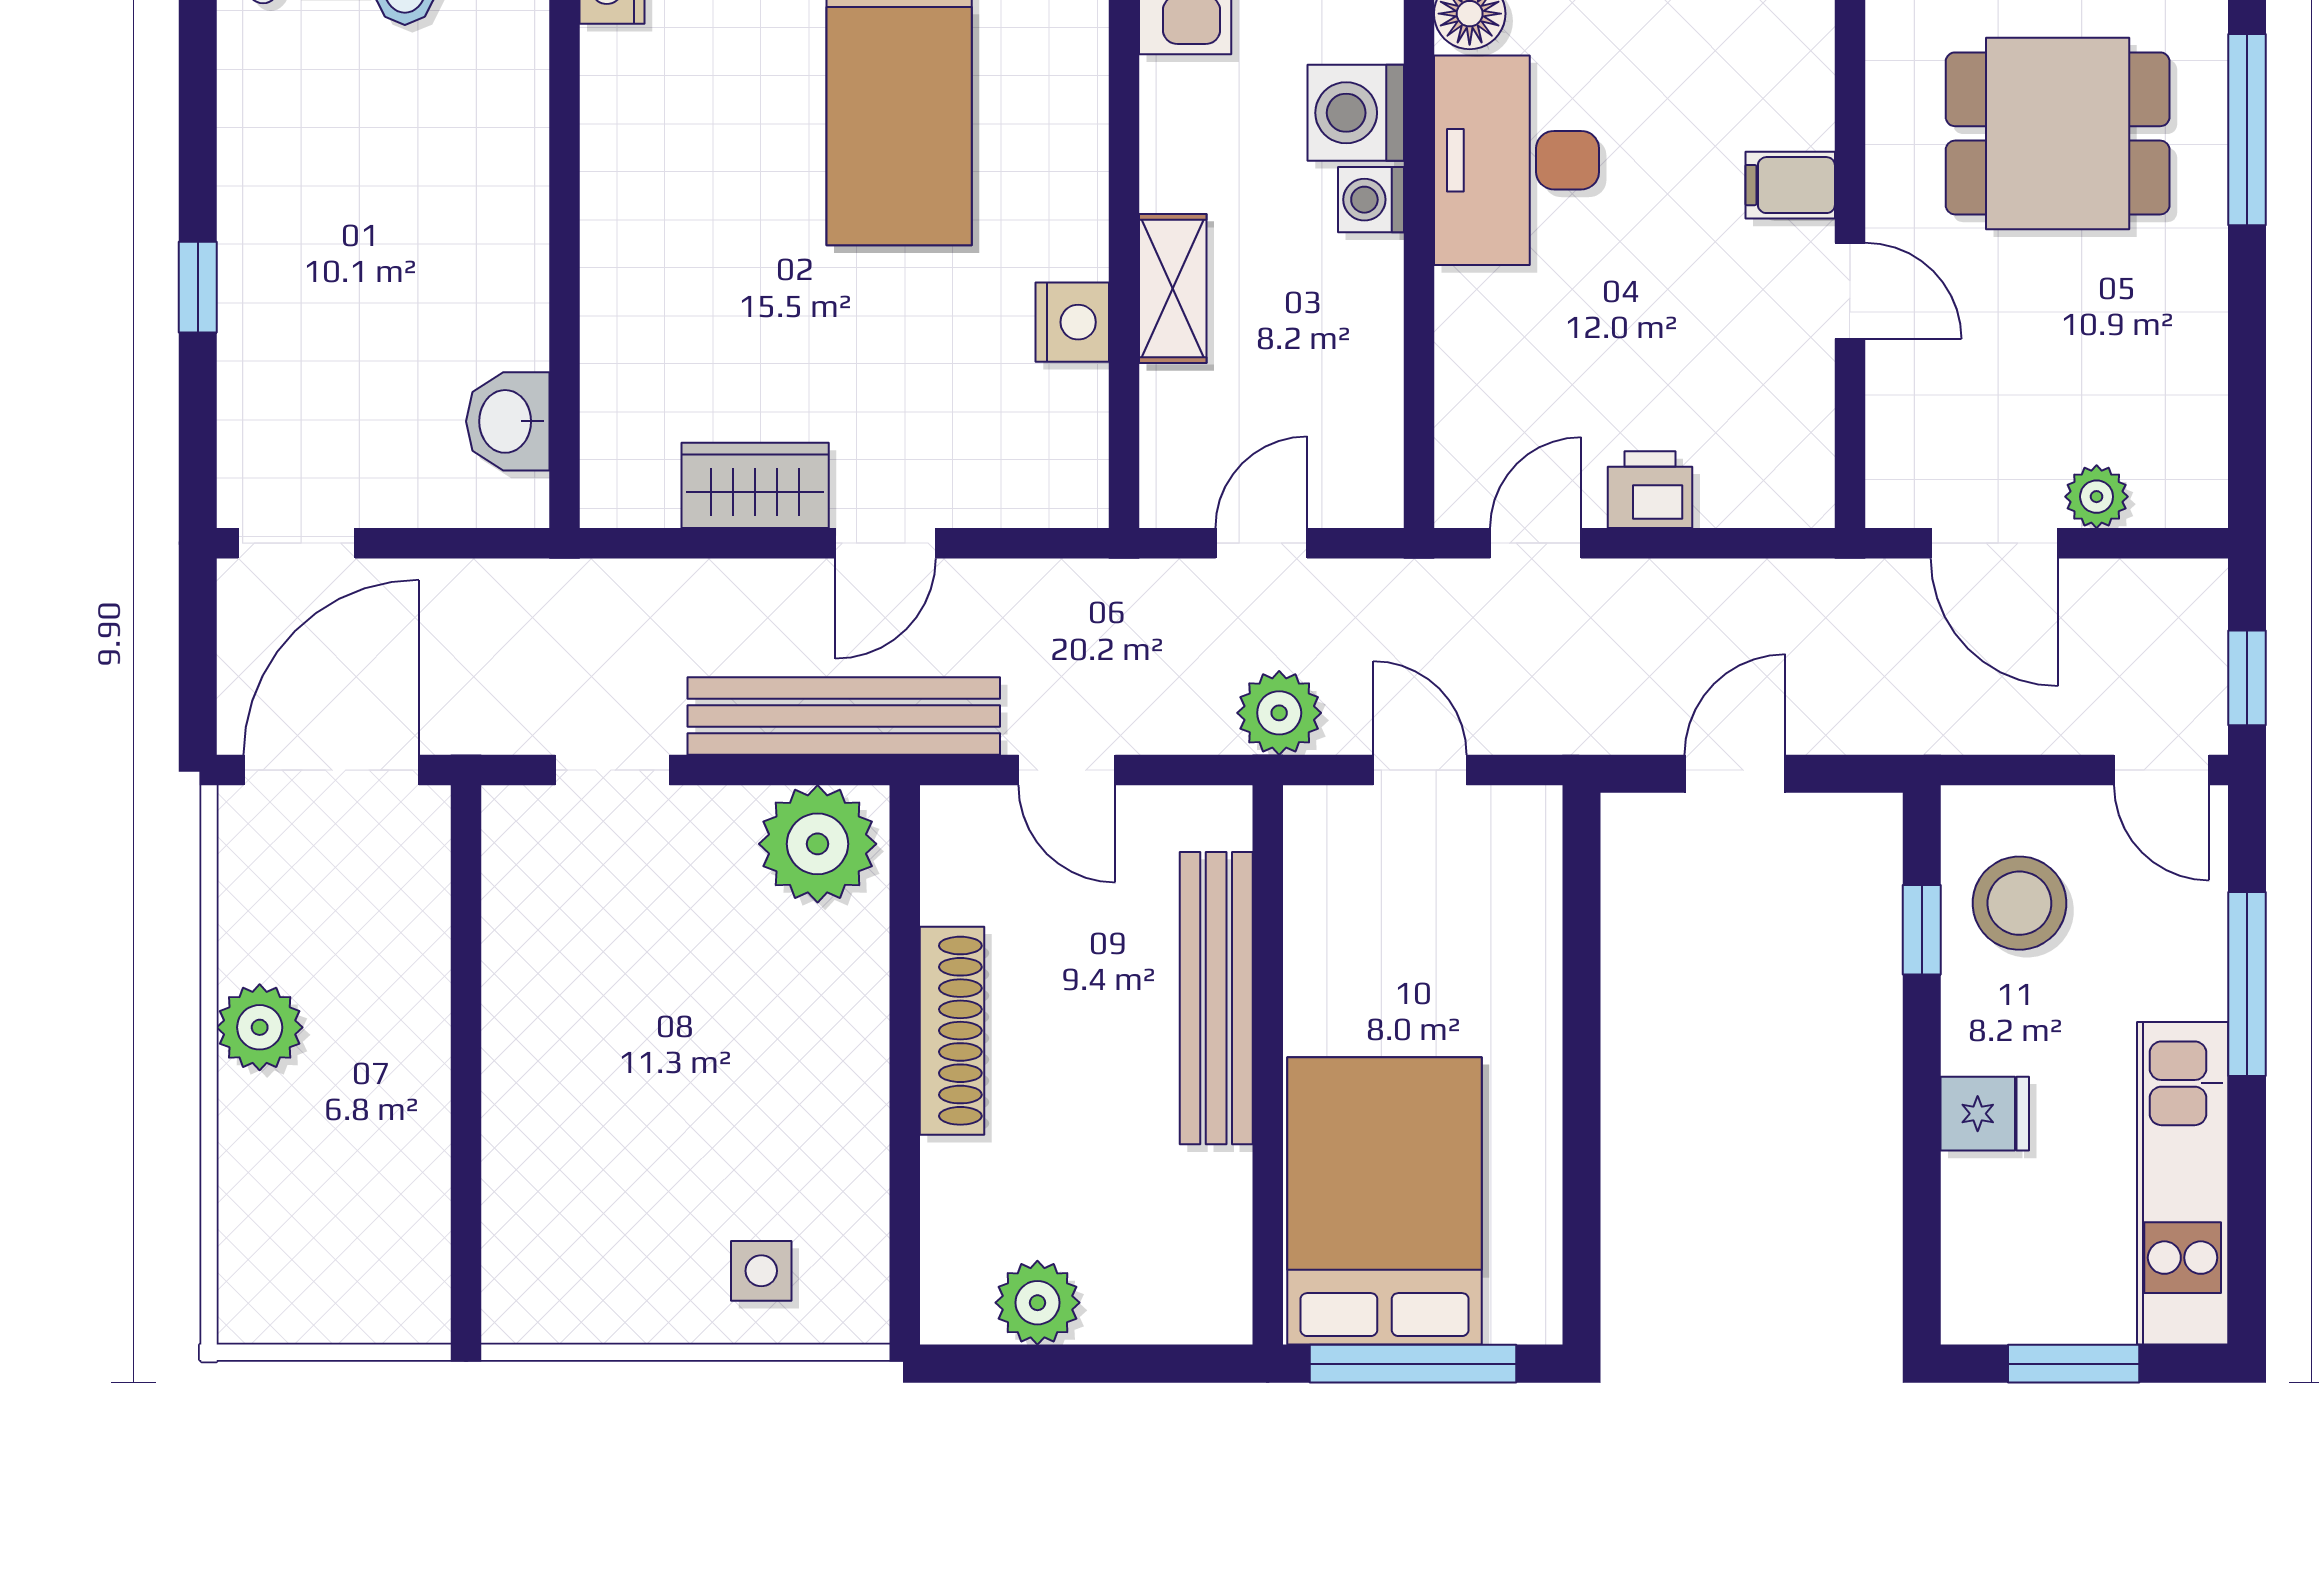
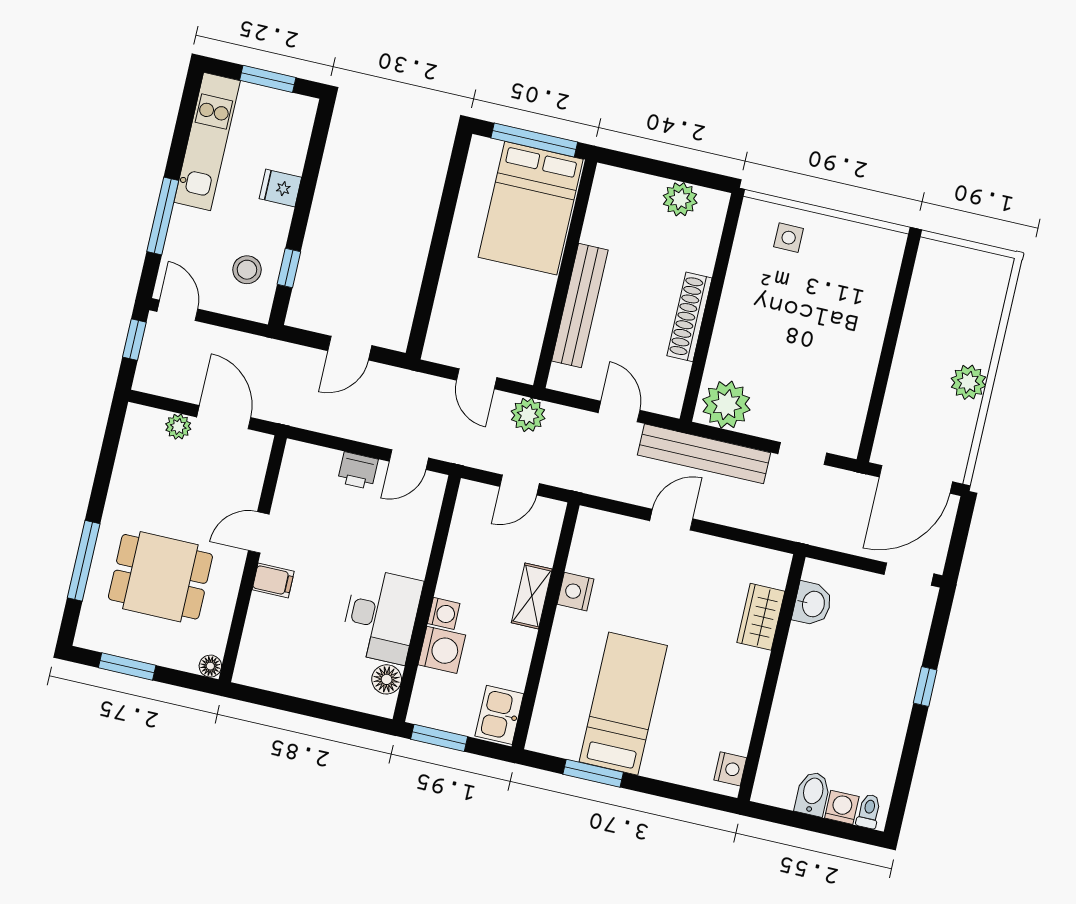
door: (1850, 291) -> (259, 532), hinge flipped
wardrobe: (755, 485) -> (761, 617), moved, turned 90
stool: (2019, 903) -> (247, 270), width x0.73, depth x0.73

